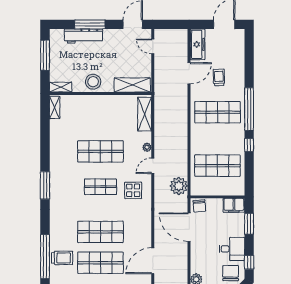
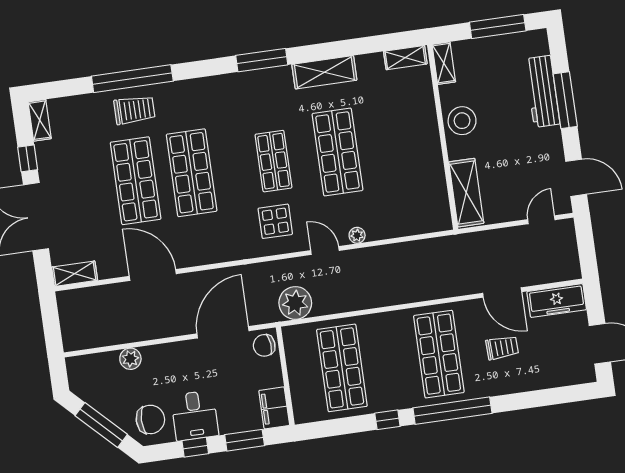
shelving: (145, 114) -> (324, 72), moved
trolley: (62, 258) -> (134, 110), turned -90
window: (249, 262) -> (195, 447), moved

